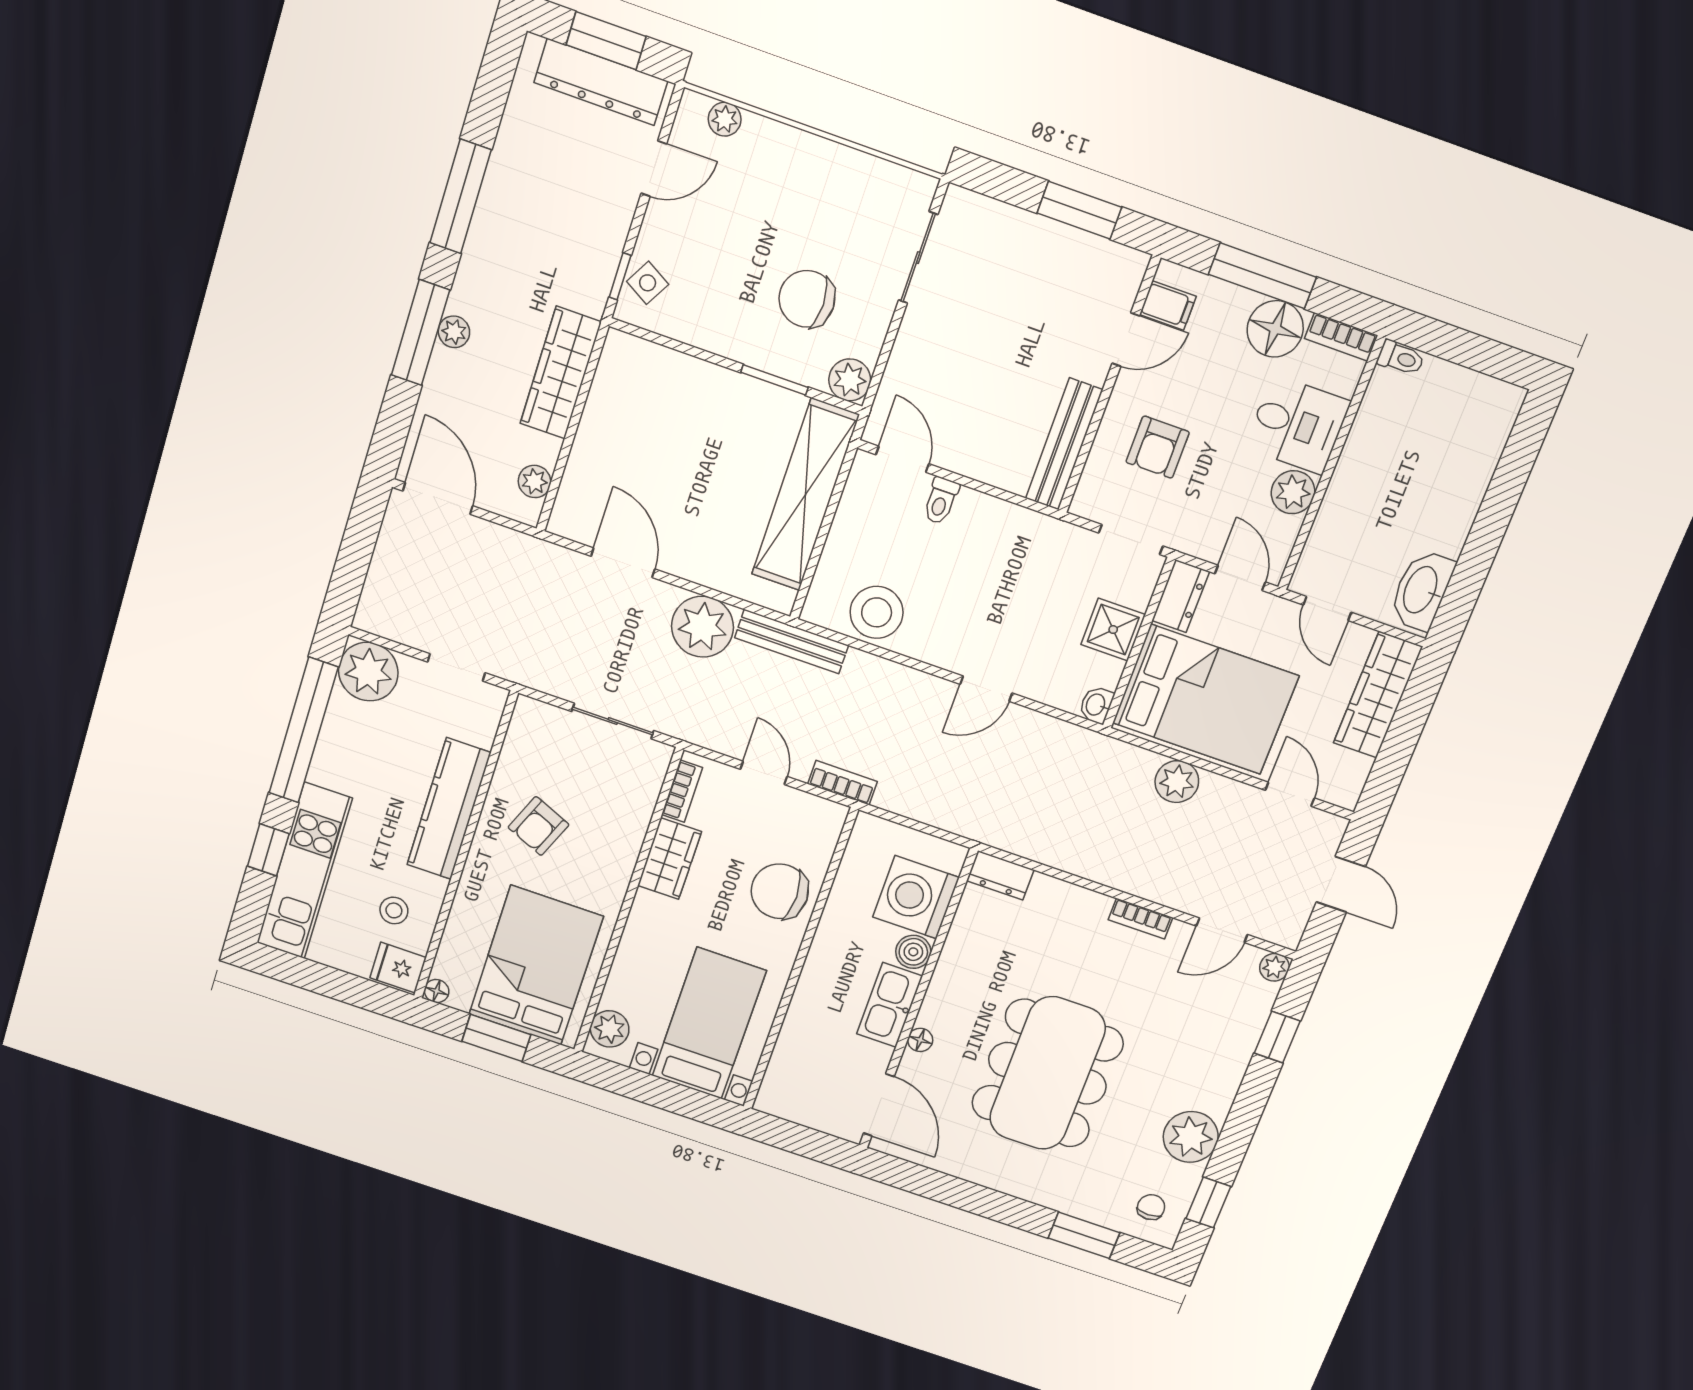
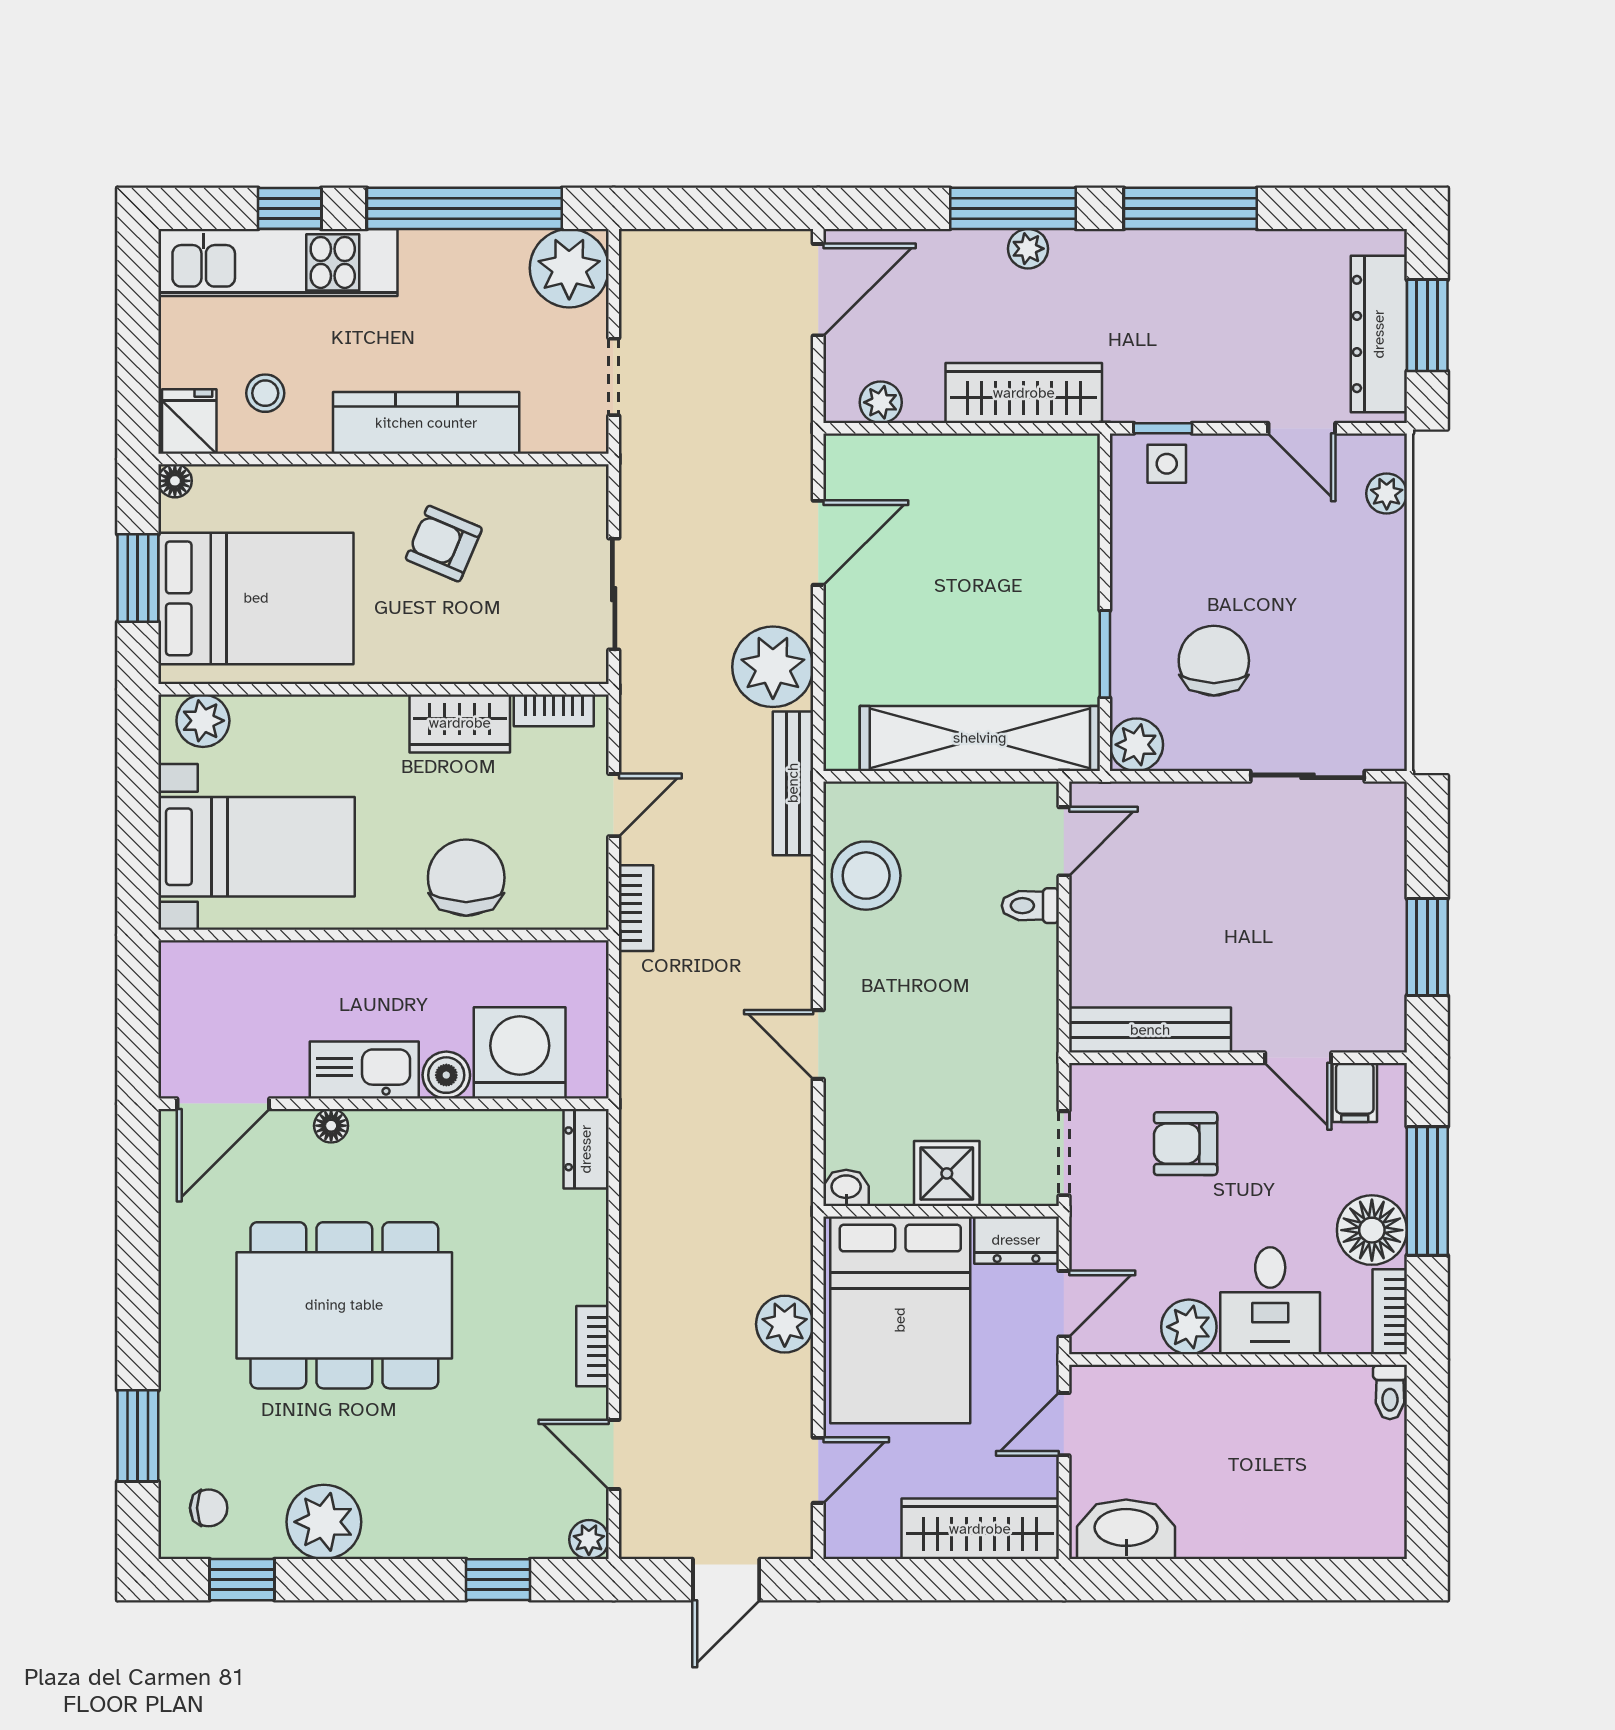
side table: (648, 283) -> (1167, 464), turned -30

